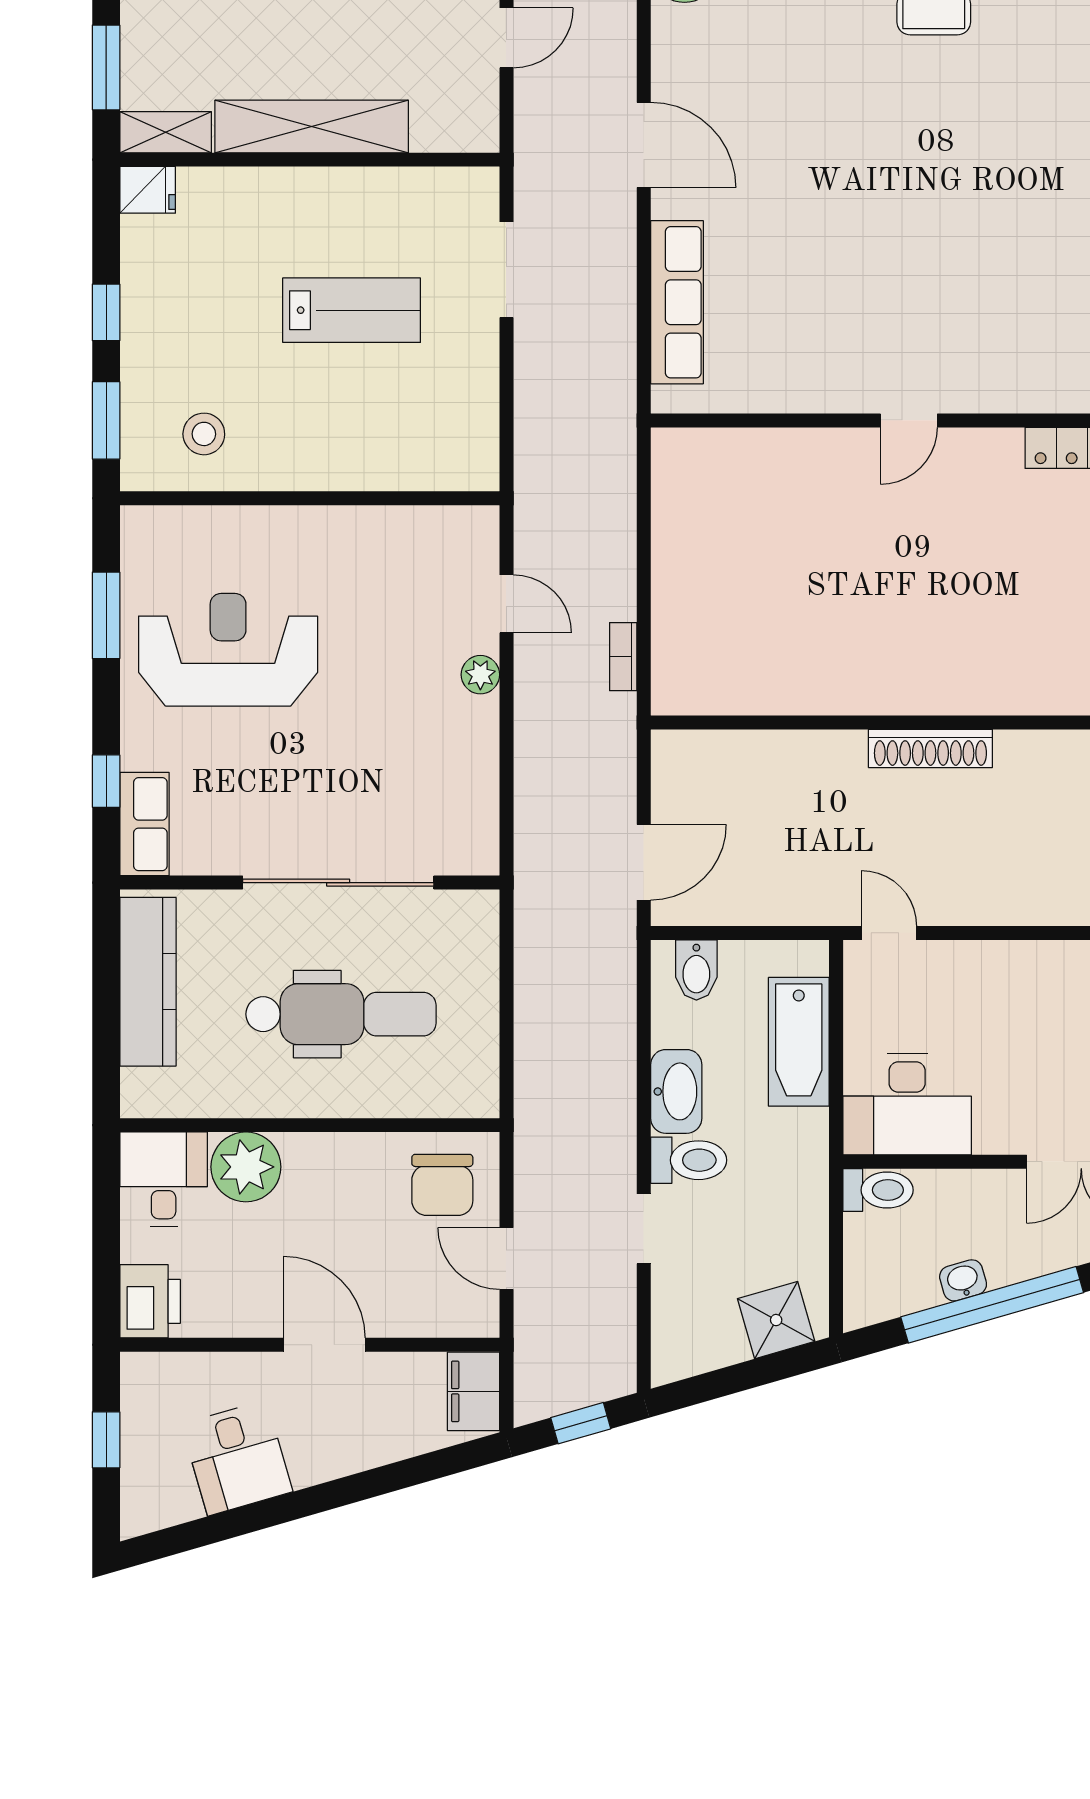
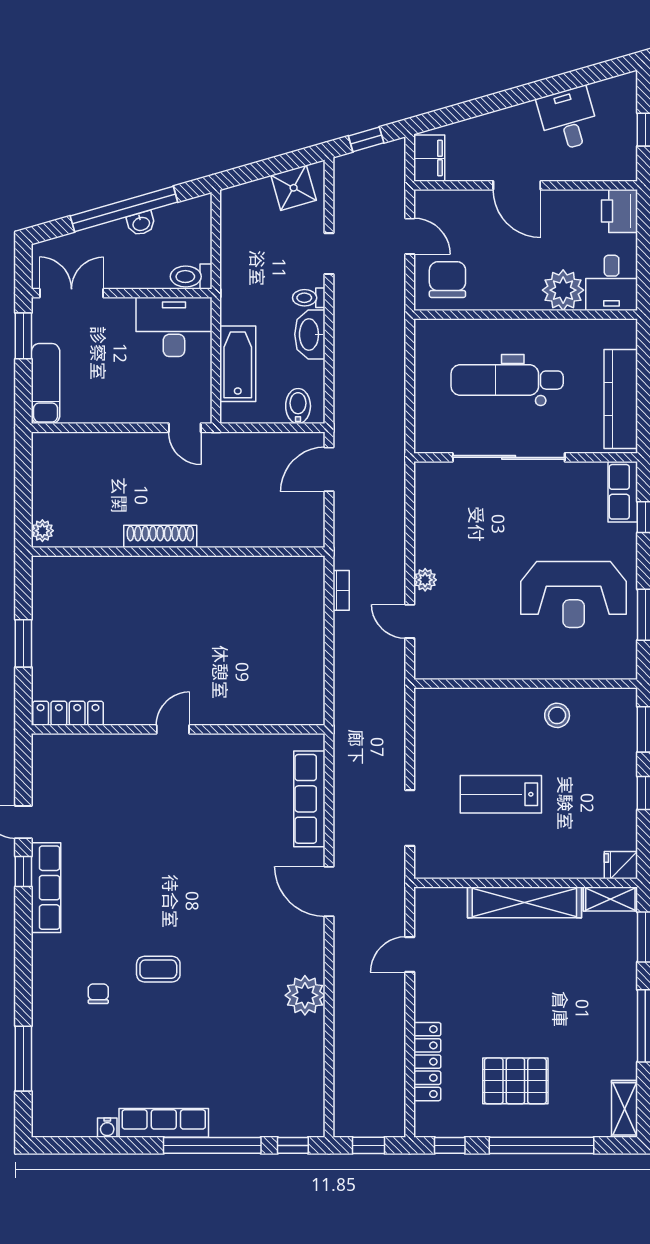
stool: (204, 434) -> (557, 715), moved
toilet: (689, 1160) -> (309, 298), width x0.73, depth x0.72
shower: (776, 1320) -> (294, 188), moved

